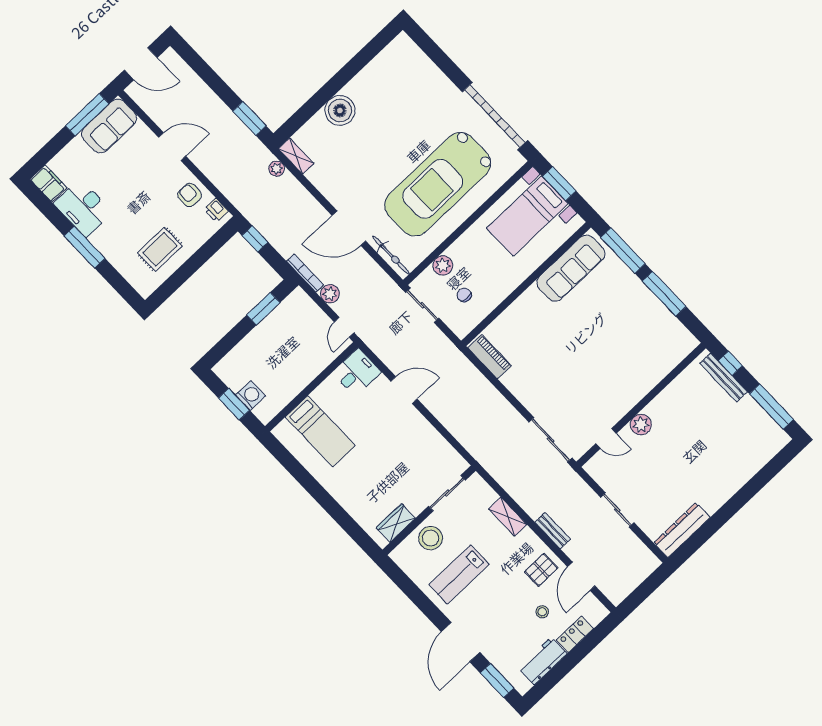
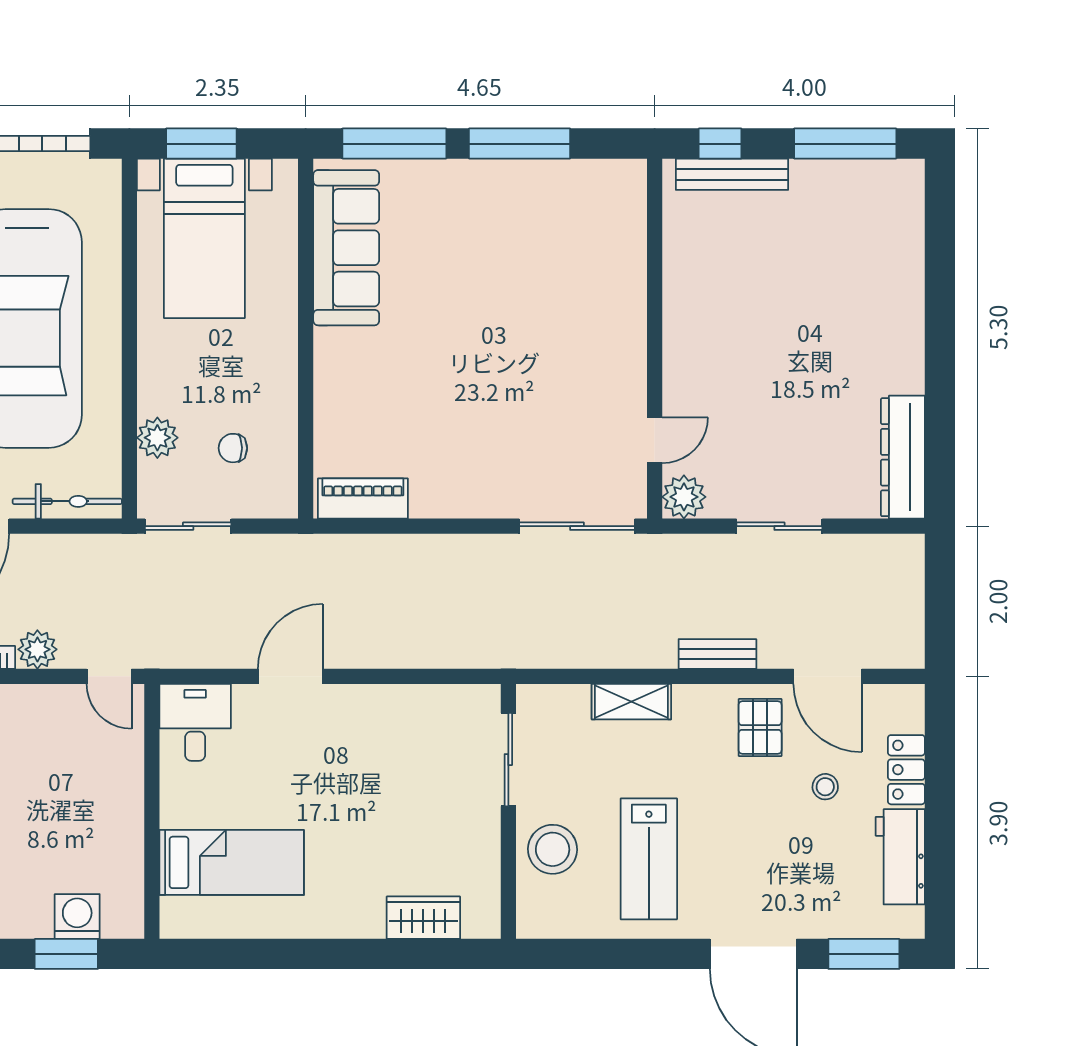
plant: (641, 425) -> (684, 497), moved
wardrobe: (396, 523) -> (423, 918), moved, turned 90

